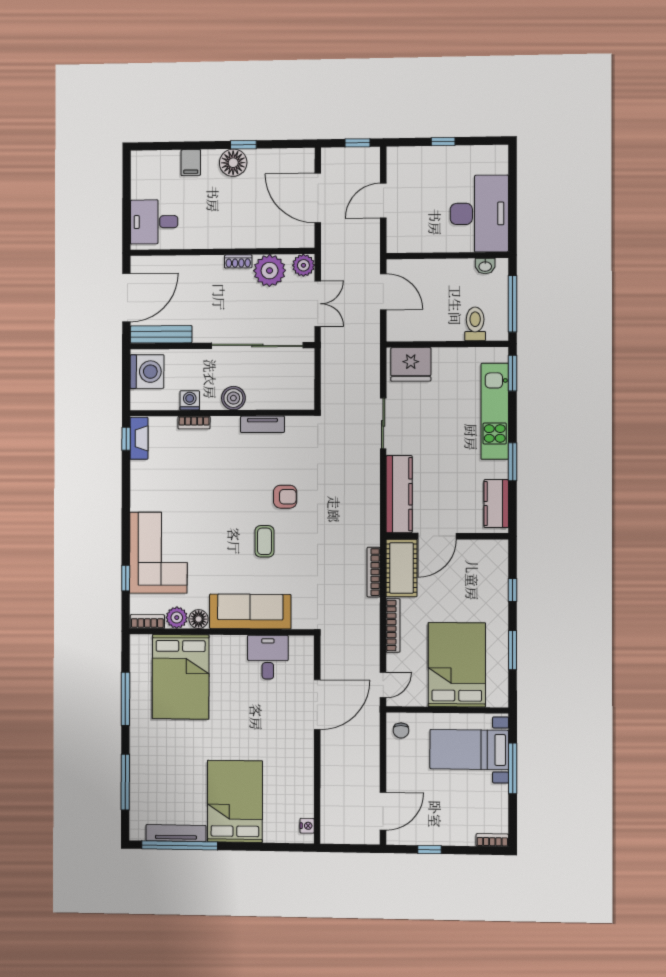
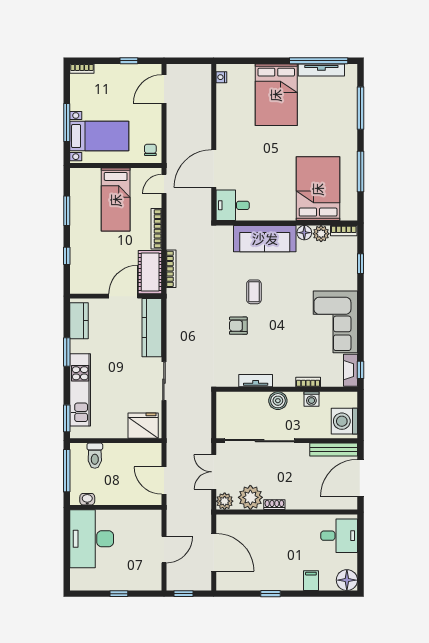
floor lamp: (233, 163) -> (347, 580), moved
corner sofa: (158, 553) -> (335, 322), moved
desk: (268, 657) -> (233, 205), moved, turned 90
bed: (457, 665) -> (116, 200), width x0.67

